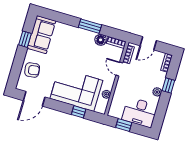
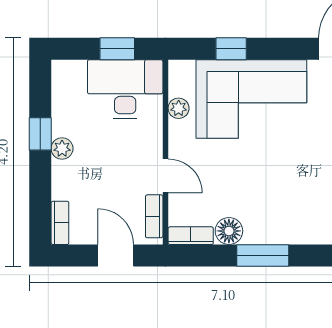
door: (148, 43) -> (116, 256), hinge flipped
window: (168, 86) -> (40, 134), moved
desk: (140, 112) -> (125, 89), moved

